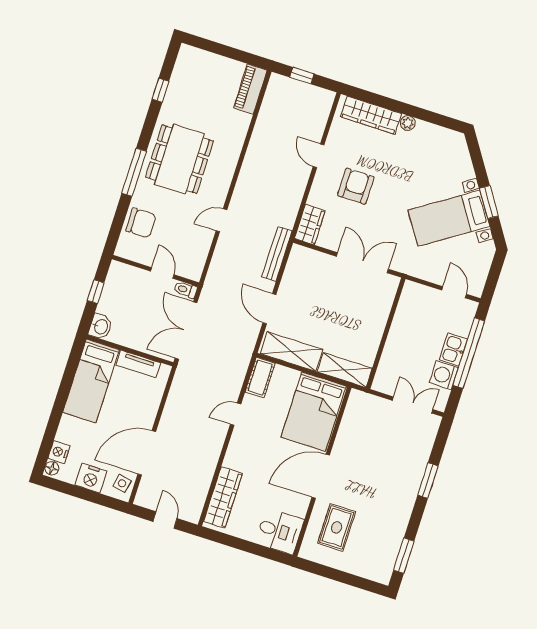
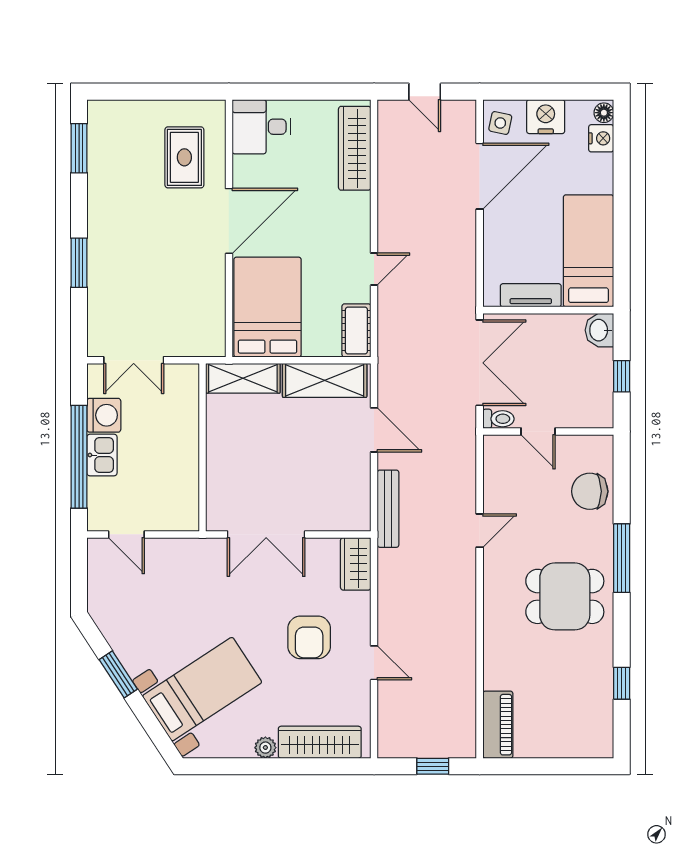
dining table: (179, 159) -> (565, 596), width x0.73
bed with nightstands: (449, 218) -> (202, 689), moved

